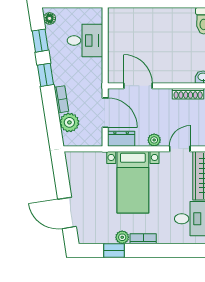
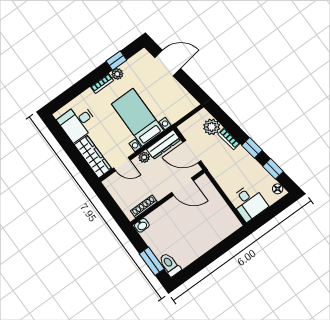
desk: (85, 40) -> (249, 203), moved, turned -90
dresser: (121, 139) -> (164, 145), width x1.44
door: (180, 149) -> (122, 164), hinge flipped

